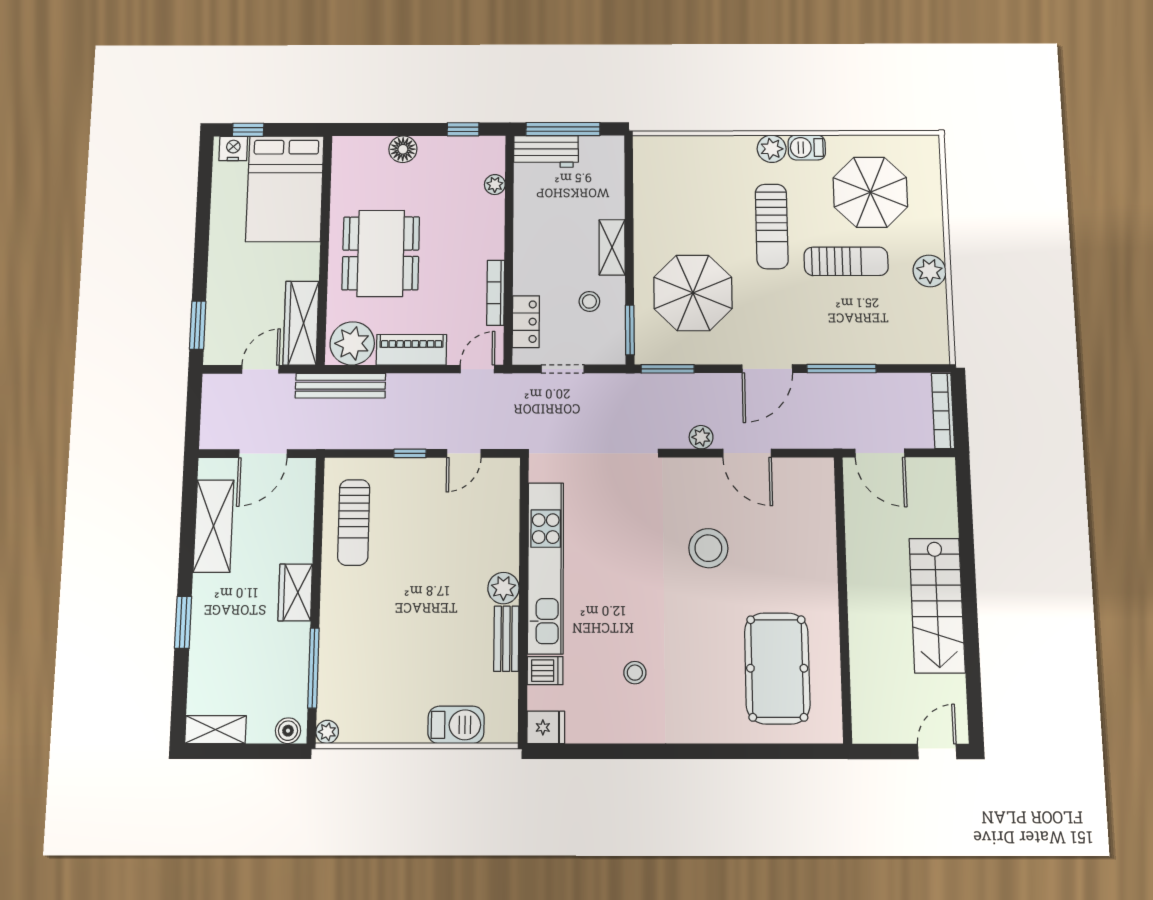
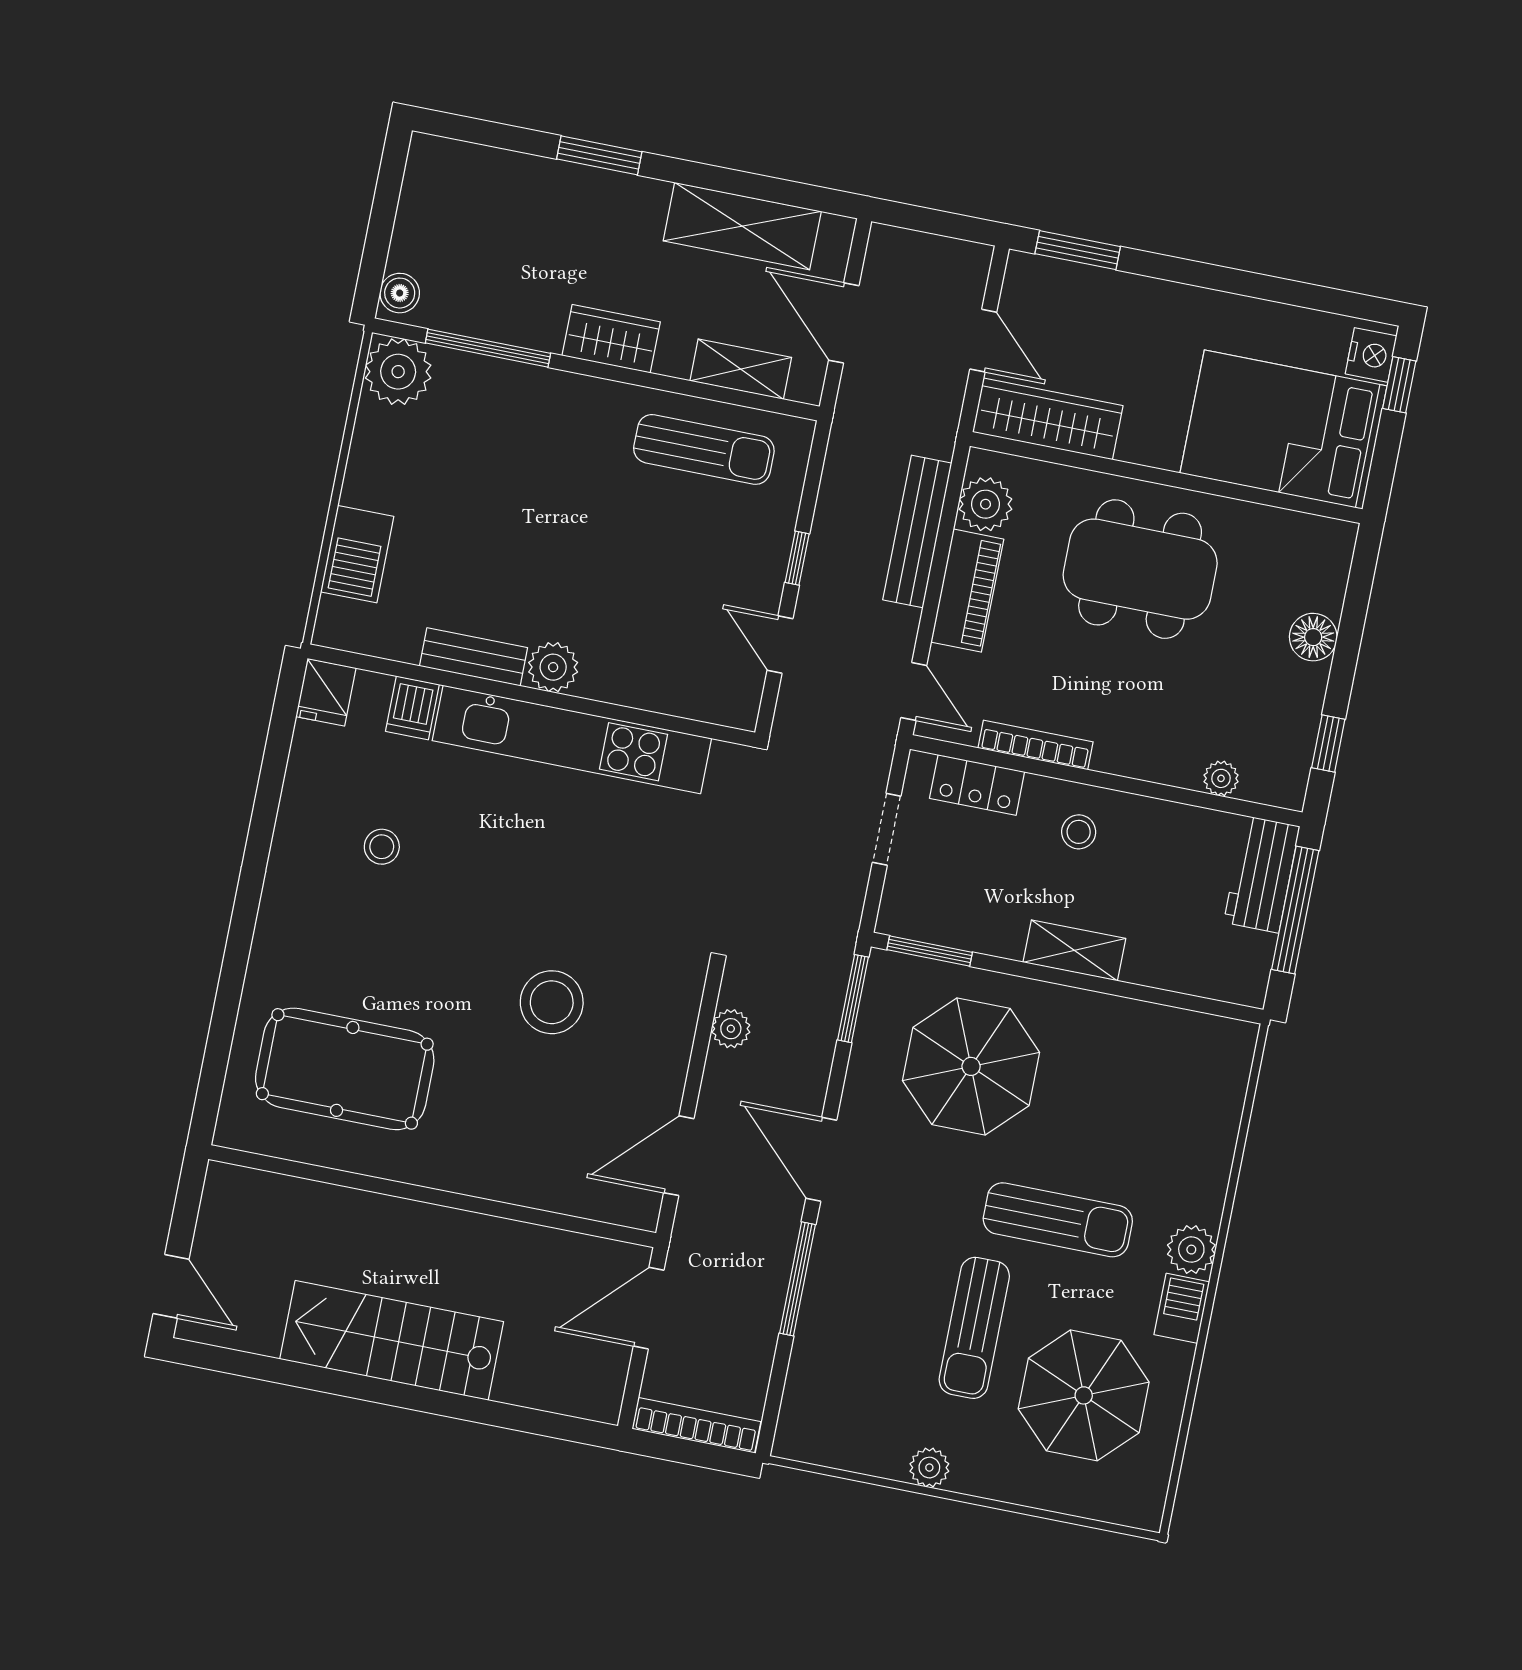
sun lounger: (772, 226) -> (1058, 1220), turned 180
plant: (930, 271) -> (929, 1468), width x0.73, depth x0.73
stool: (589, 301) -> (1079, 832), moved
plant: (352, 343) -> (986, 504), width x0.73, depth x0.73
bench: (340, 386) -> (917, 531), moved
door: (747, 453) -> (679, 1156), moved
sun lounger: (354, 522) -> (704, 449), turned 180
shelving: (215, 730) -> (741, 369), moved, turned 90
plant: (327, 732) -> (398, 372), width x1.87, depth x1.87

